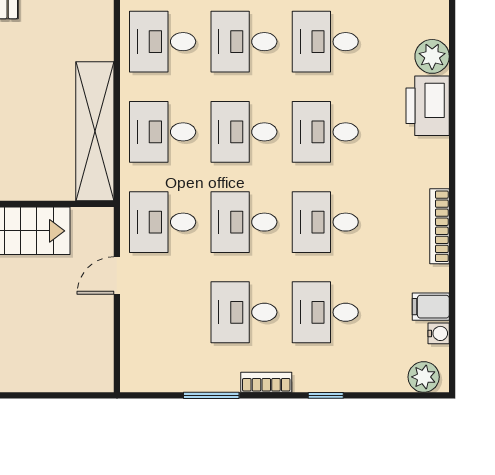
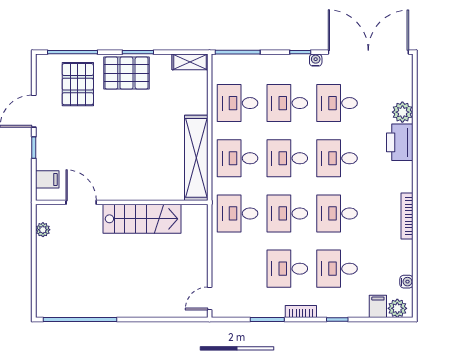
door: (117, 276) -> (210, 298), moved
filing cabinet: (431, 307) -> (378, 306), moved, turned 90

